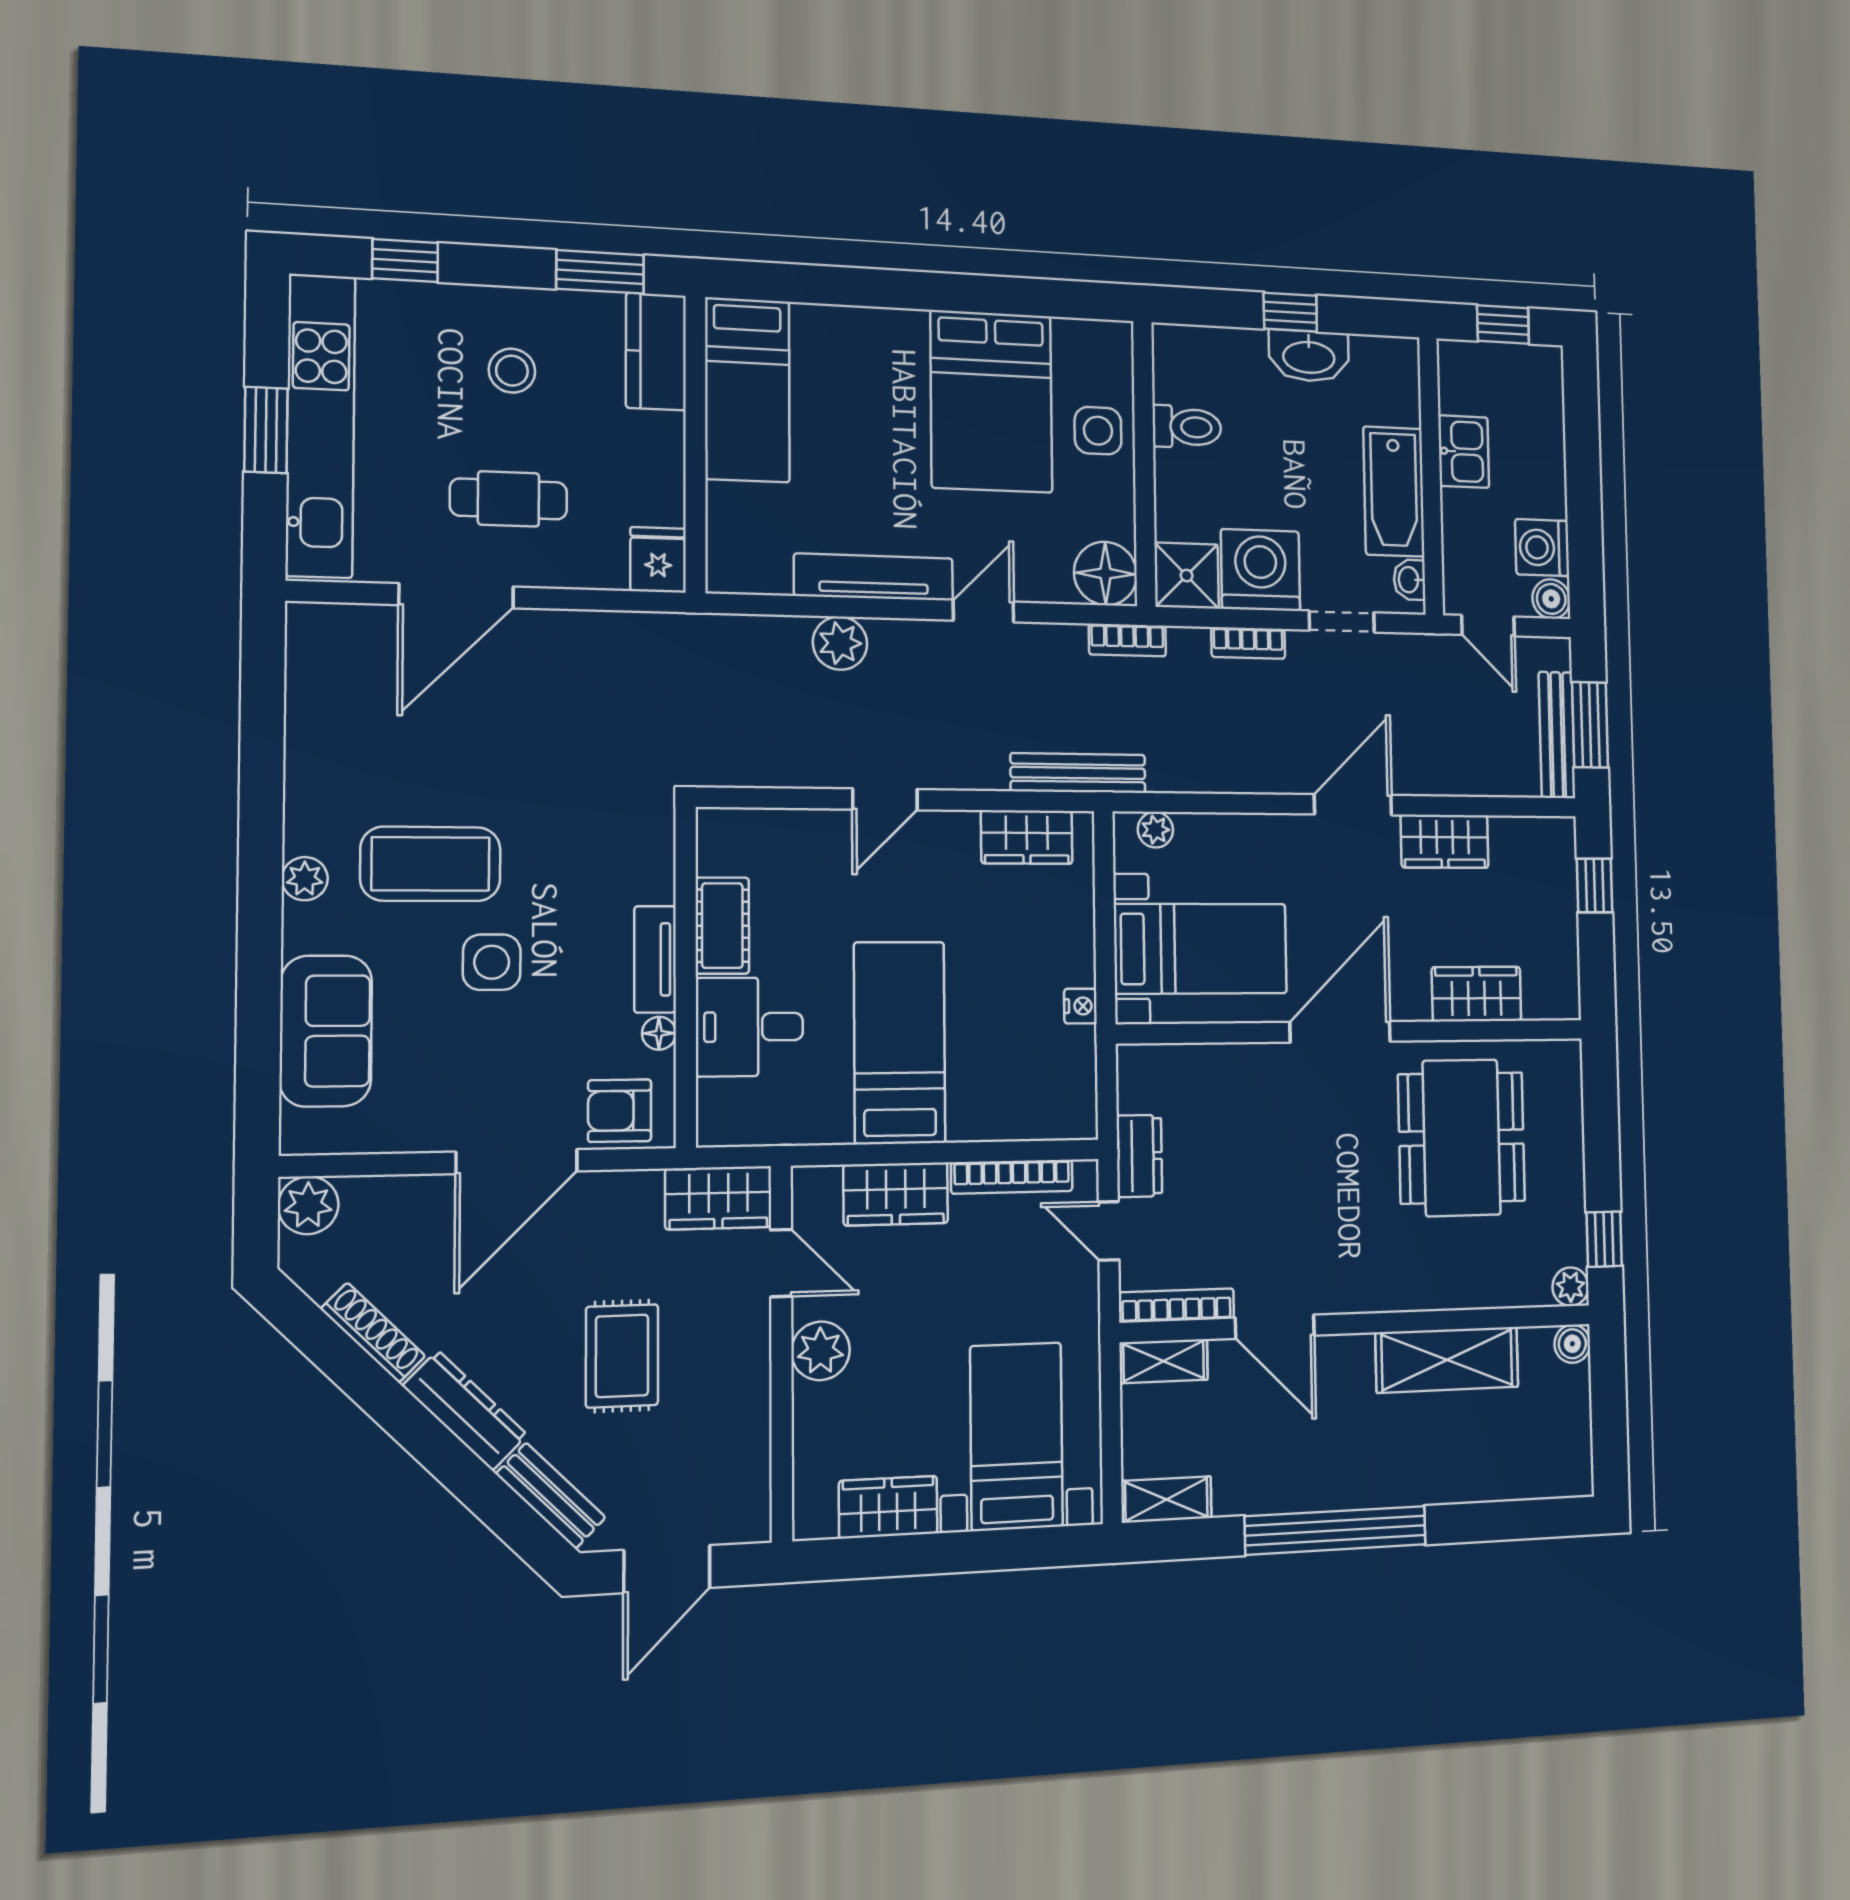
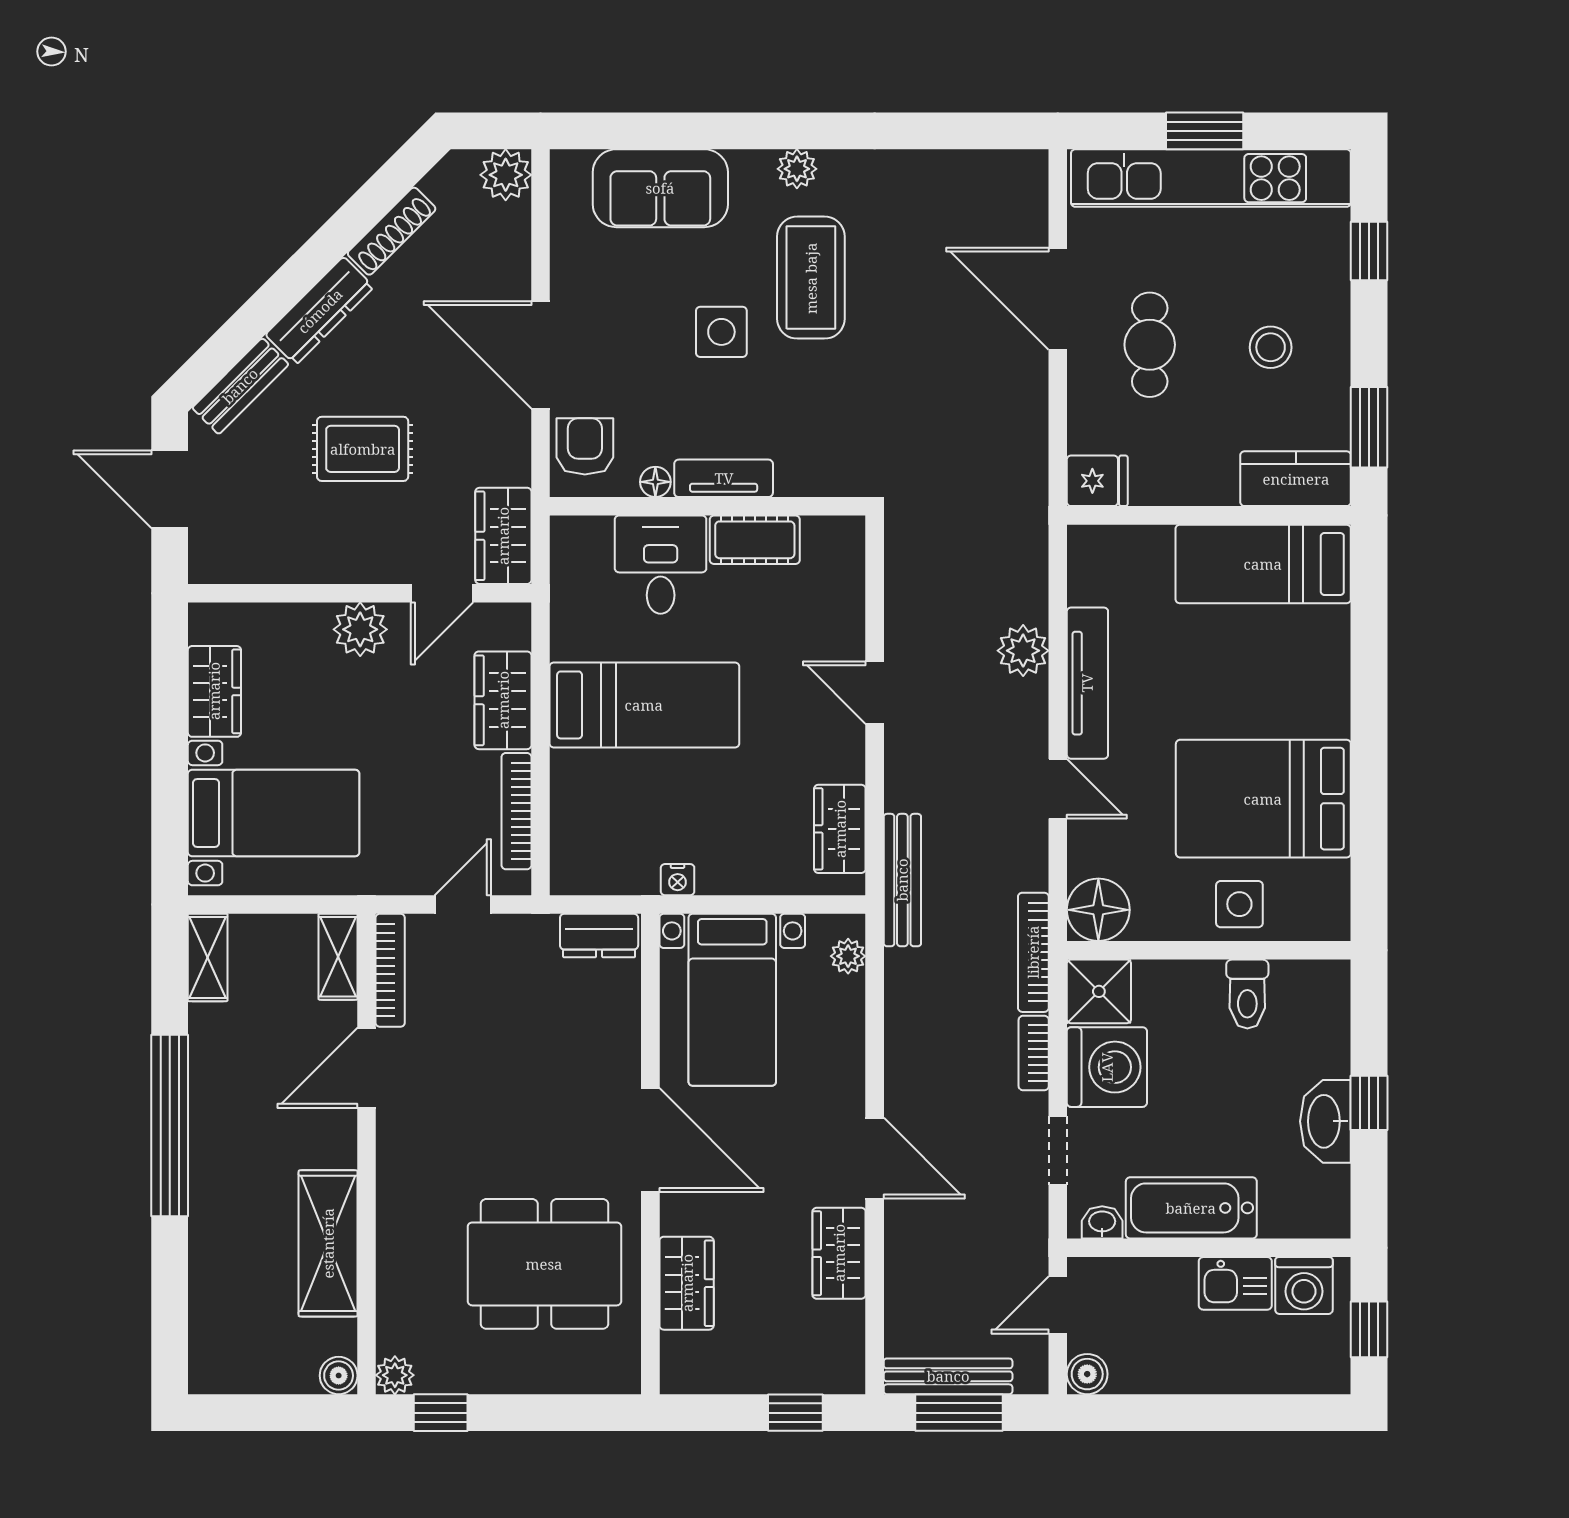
washing machine: (1542, 548) -> (1304, 1286), moved, turned 180
bookcase: (1127, 640) -> (1033, 952), width x1.56
dresser: (1139, 1156) -> (599, 936), moved

